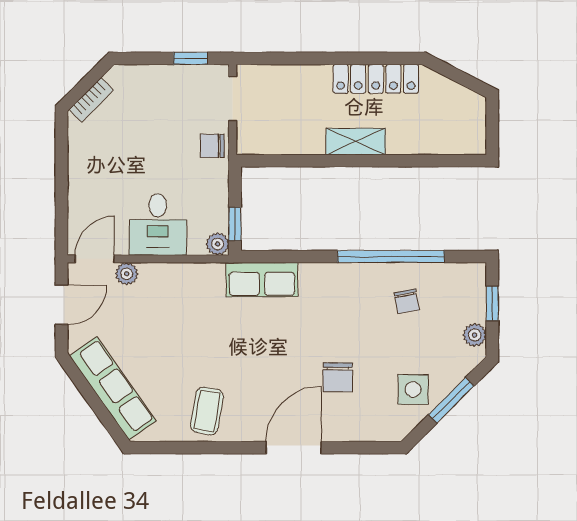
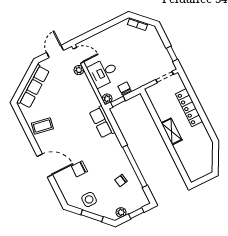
locker: (376, 79) -> (189, 108), moved
chair: (212, 146) -> (125, 88), moved
door: (62, 305) -> (55, 51), swing flipped

